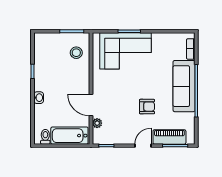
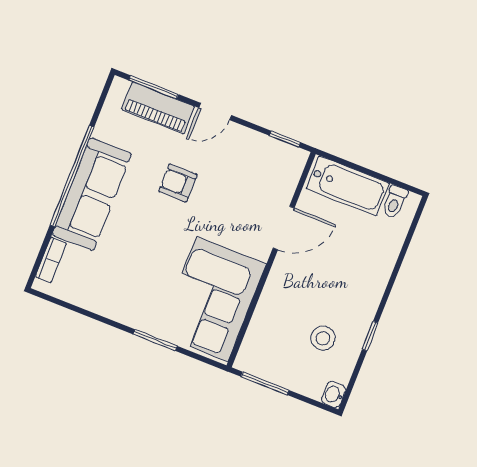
corner sofa: (125, 51) -> (213, 299), moved, turned -90
stool: (76, 53) -> (323, 338), moved
washbasin: (39, 98) -> (334, 395), moved
door: (91, 105) -> (284, 228), hinge flipped
plant: (97, 123) -> (286, 189), removed

